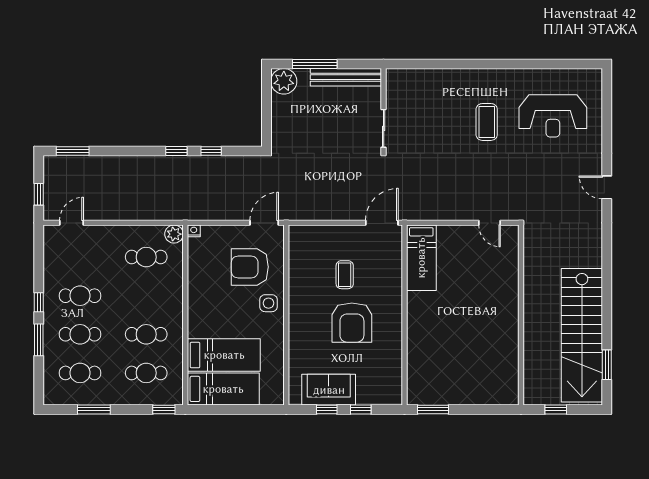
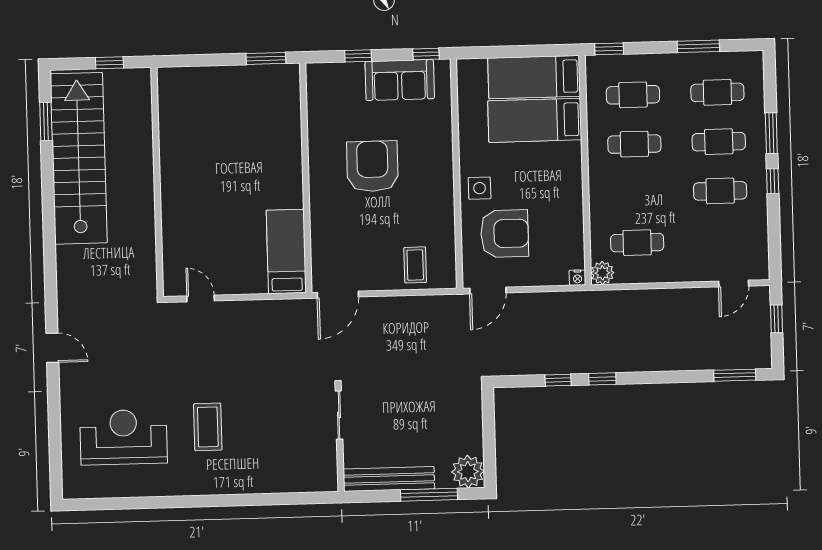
coffee table: (345, 275) -> (415, 265), moved
window: (327, 409) -> (426, 54), moved

